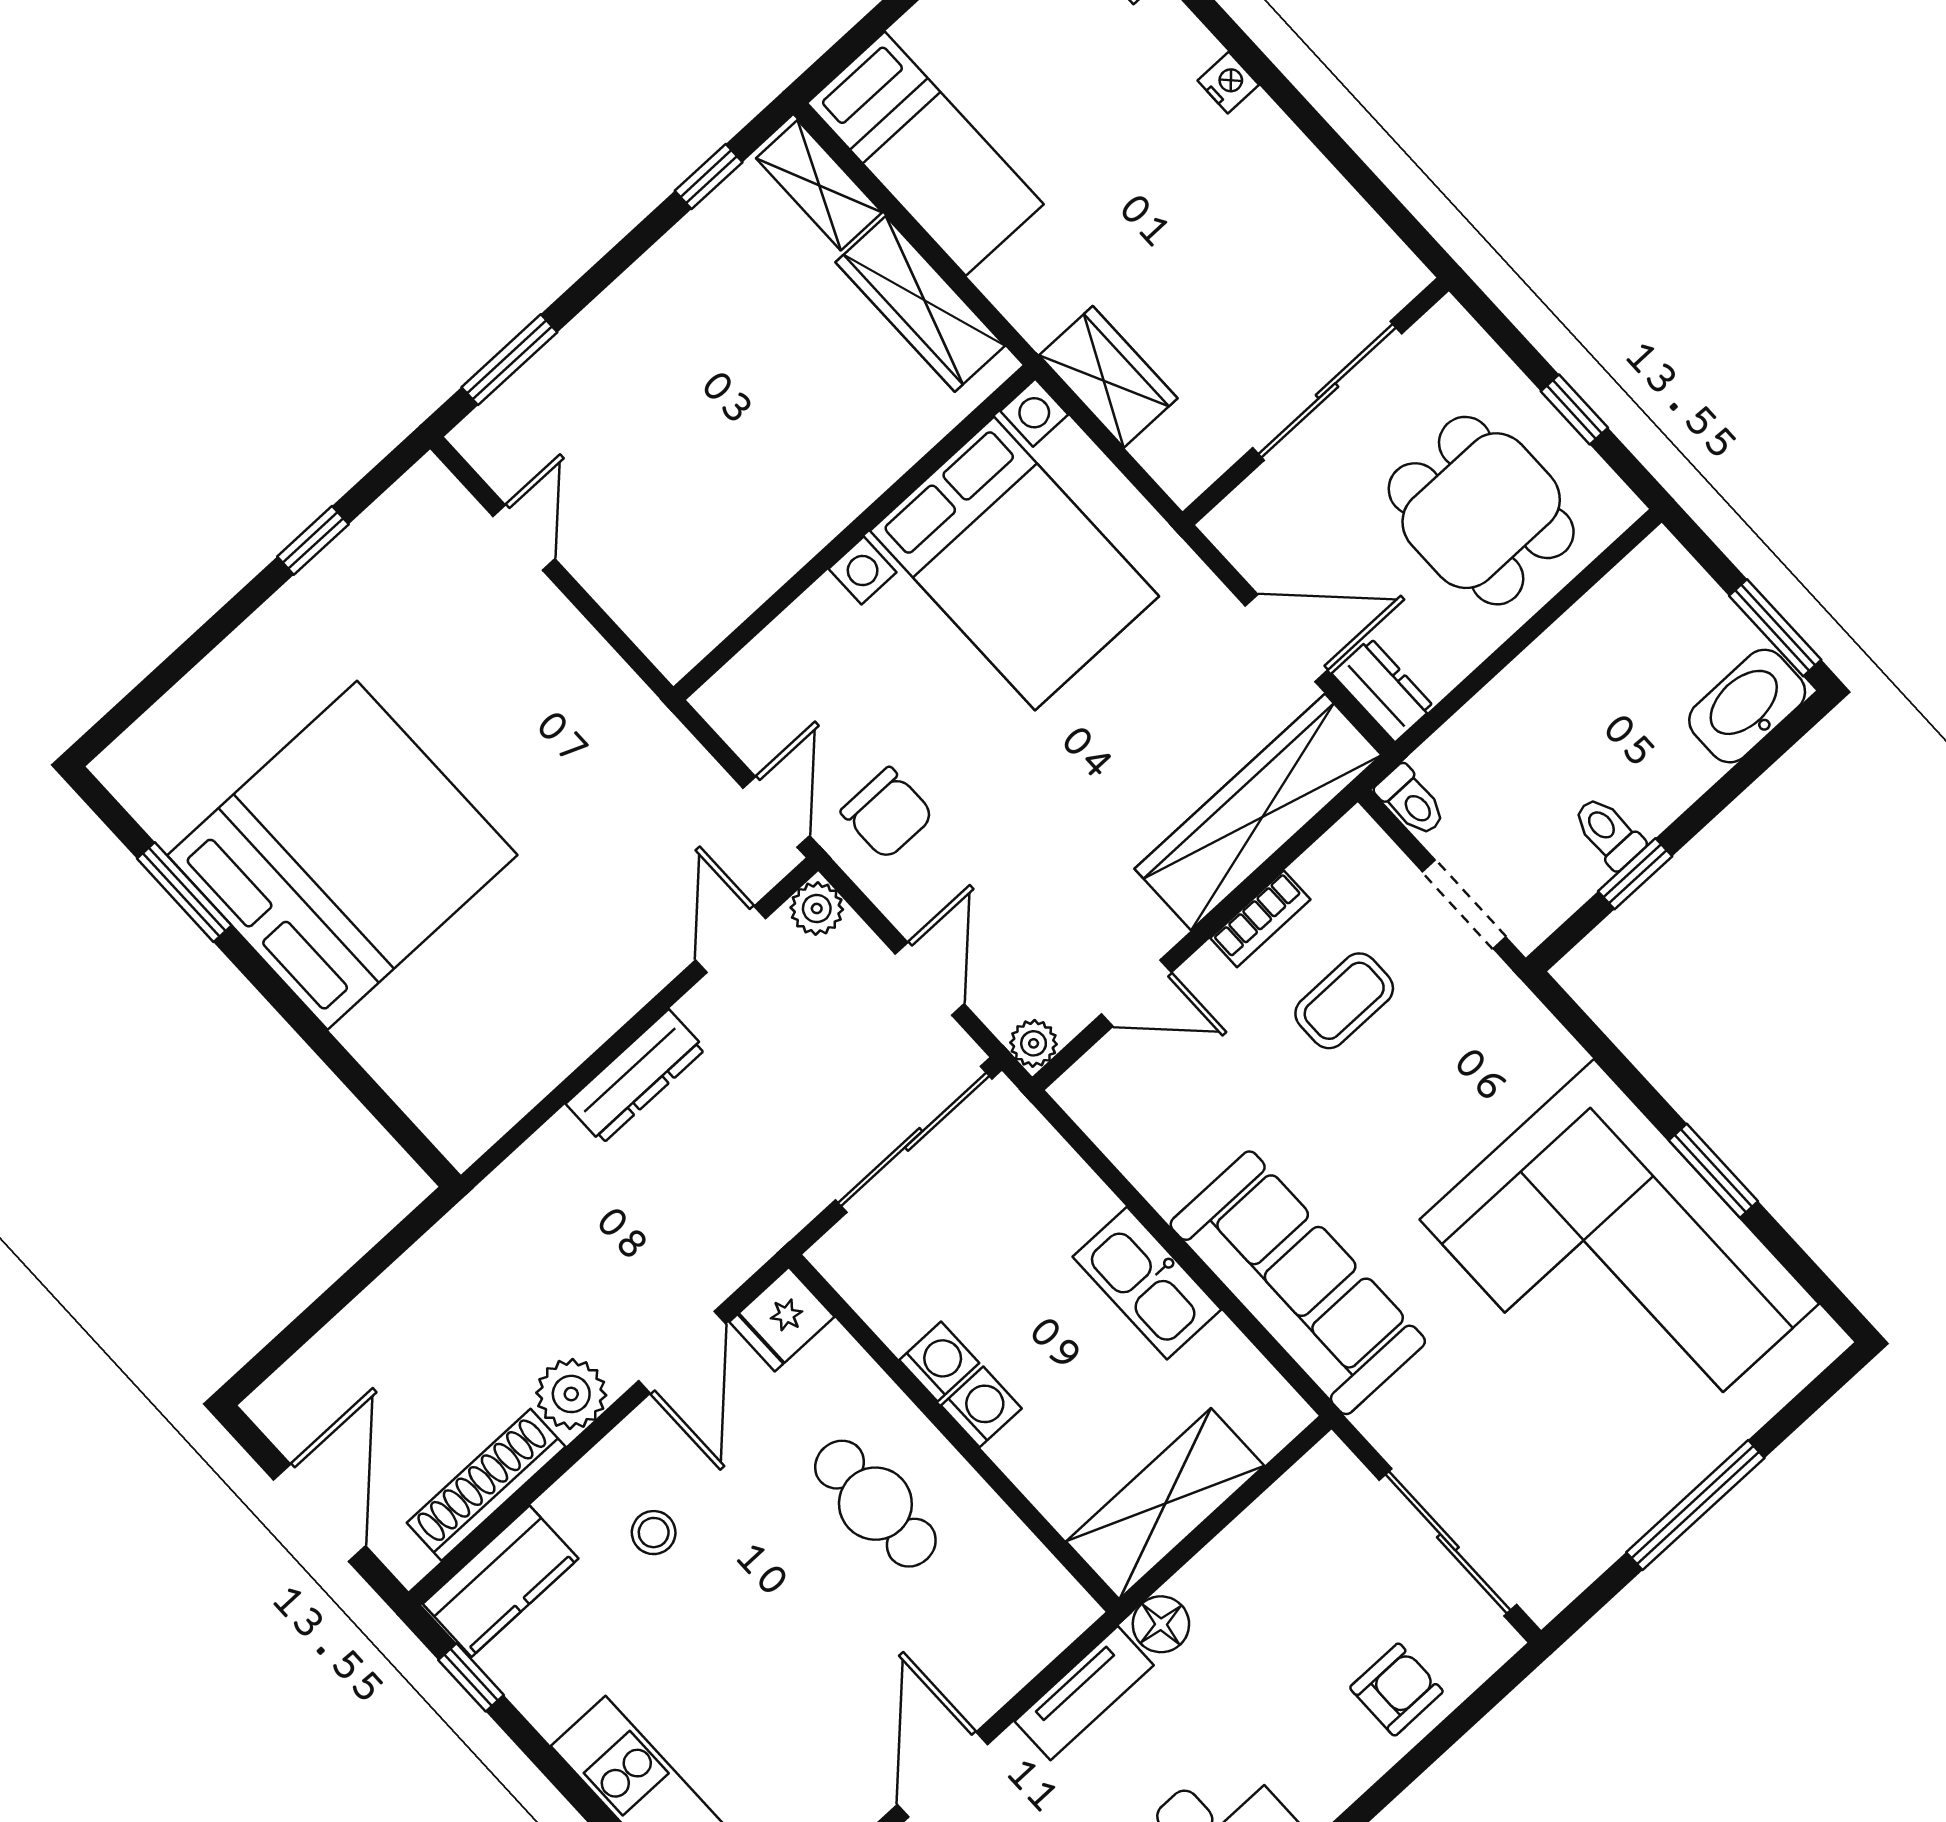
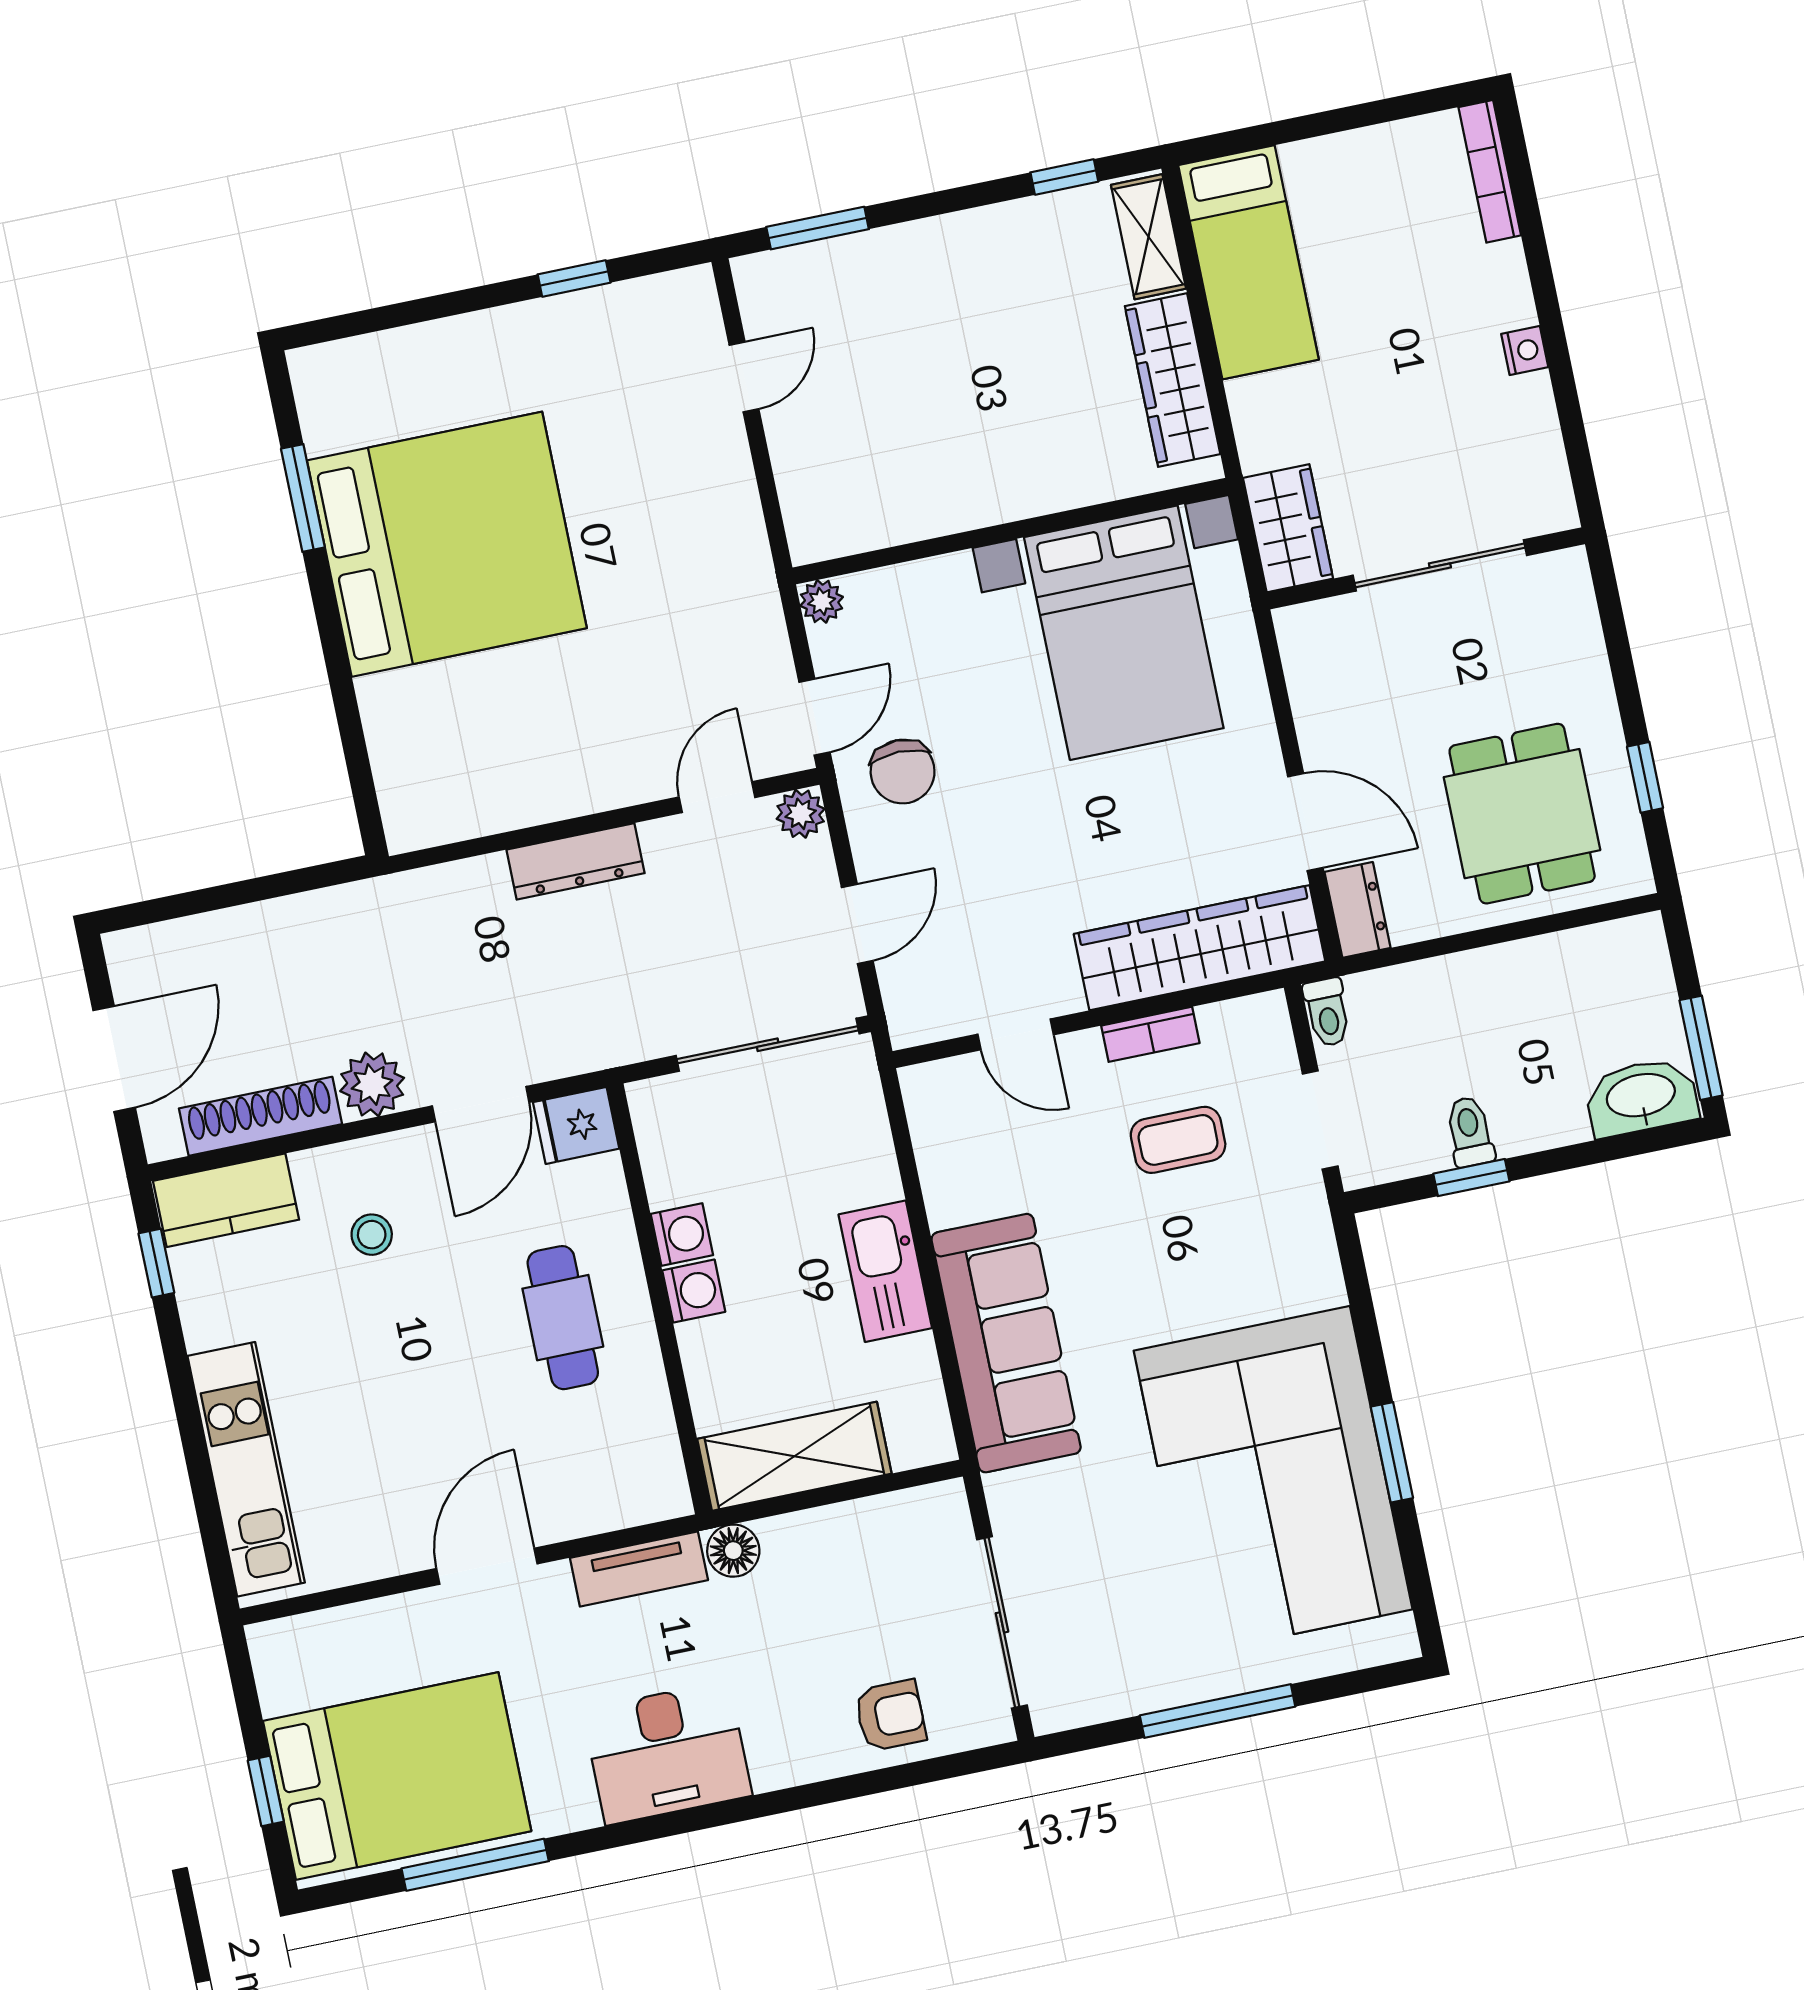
sliding door: (1327, 391) -> (1440, 565), moved
wall: (1316, 401) -> (1426, 568), moved
plant: (1034, 1043) -> (822, 601), moved

